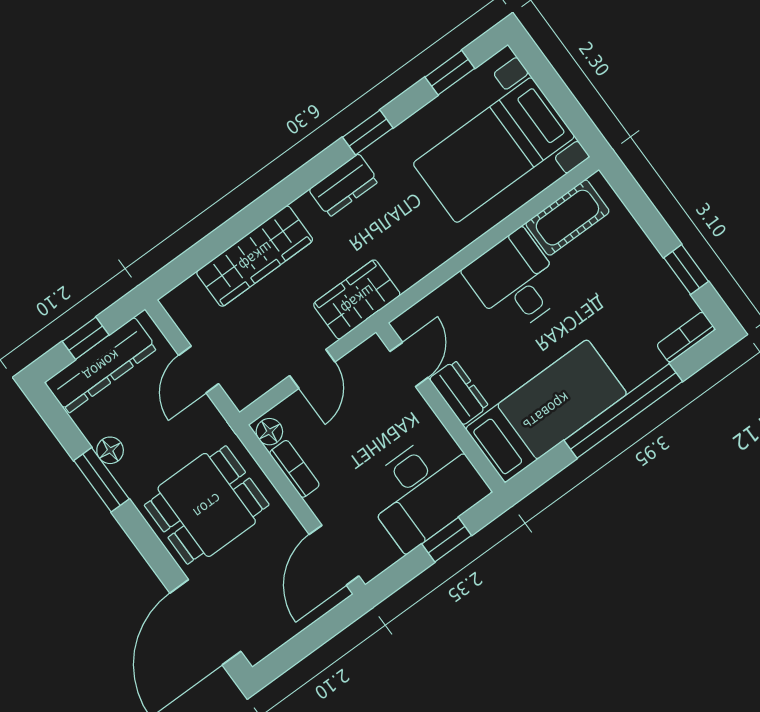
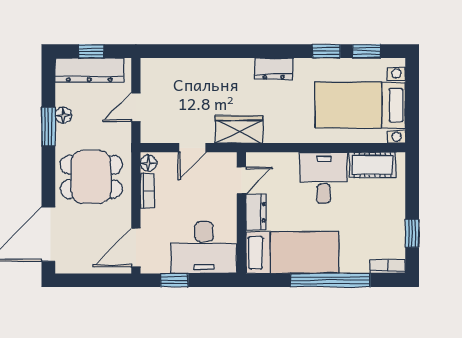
window: (368, 133) -> (326, 51), moved
wardrobe: (255, 256) -> (204, 71), removed
window: (447, 540) -> (174, 280), moved

